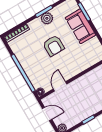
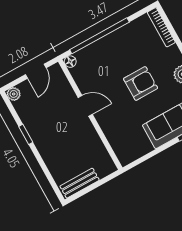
armchair: (54, 46) -> (141, 83), turned 180
door: (60, 86) -> (85, 106), moved

